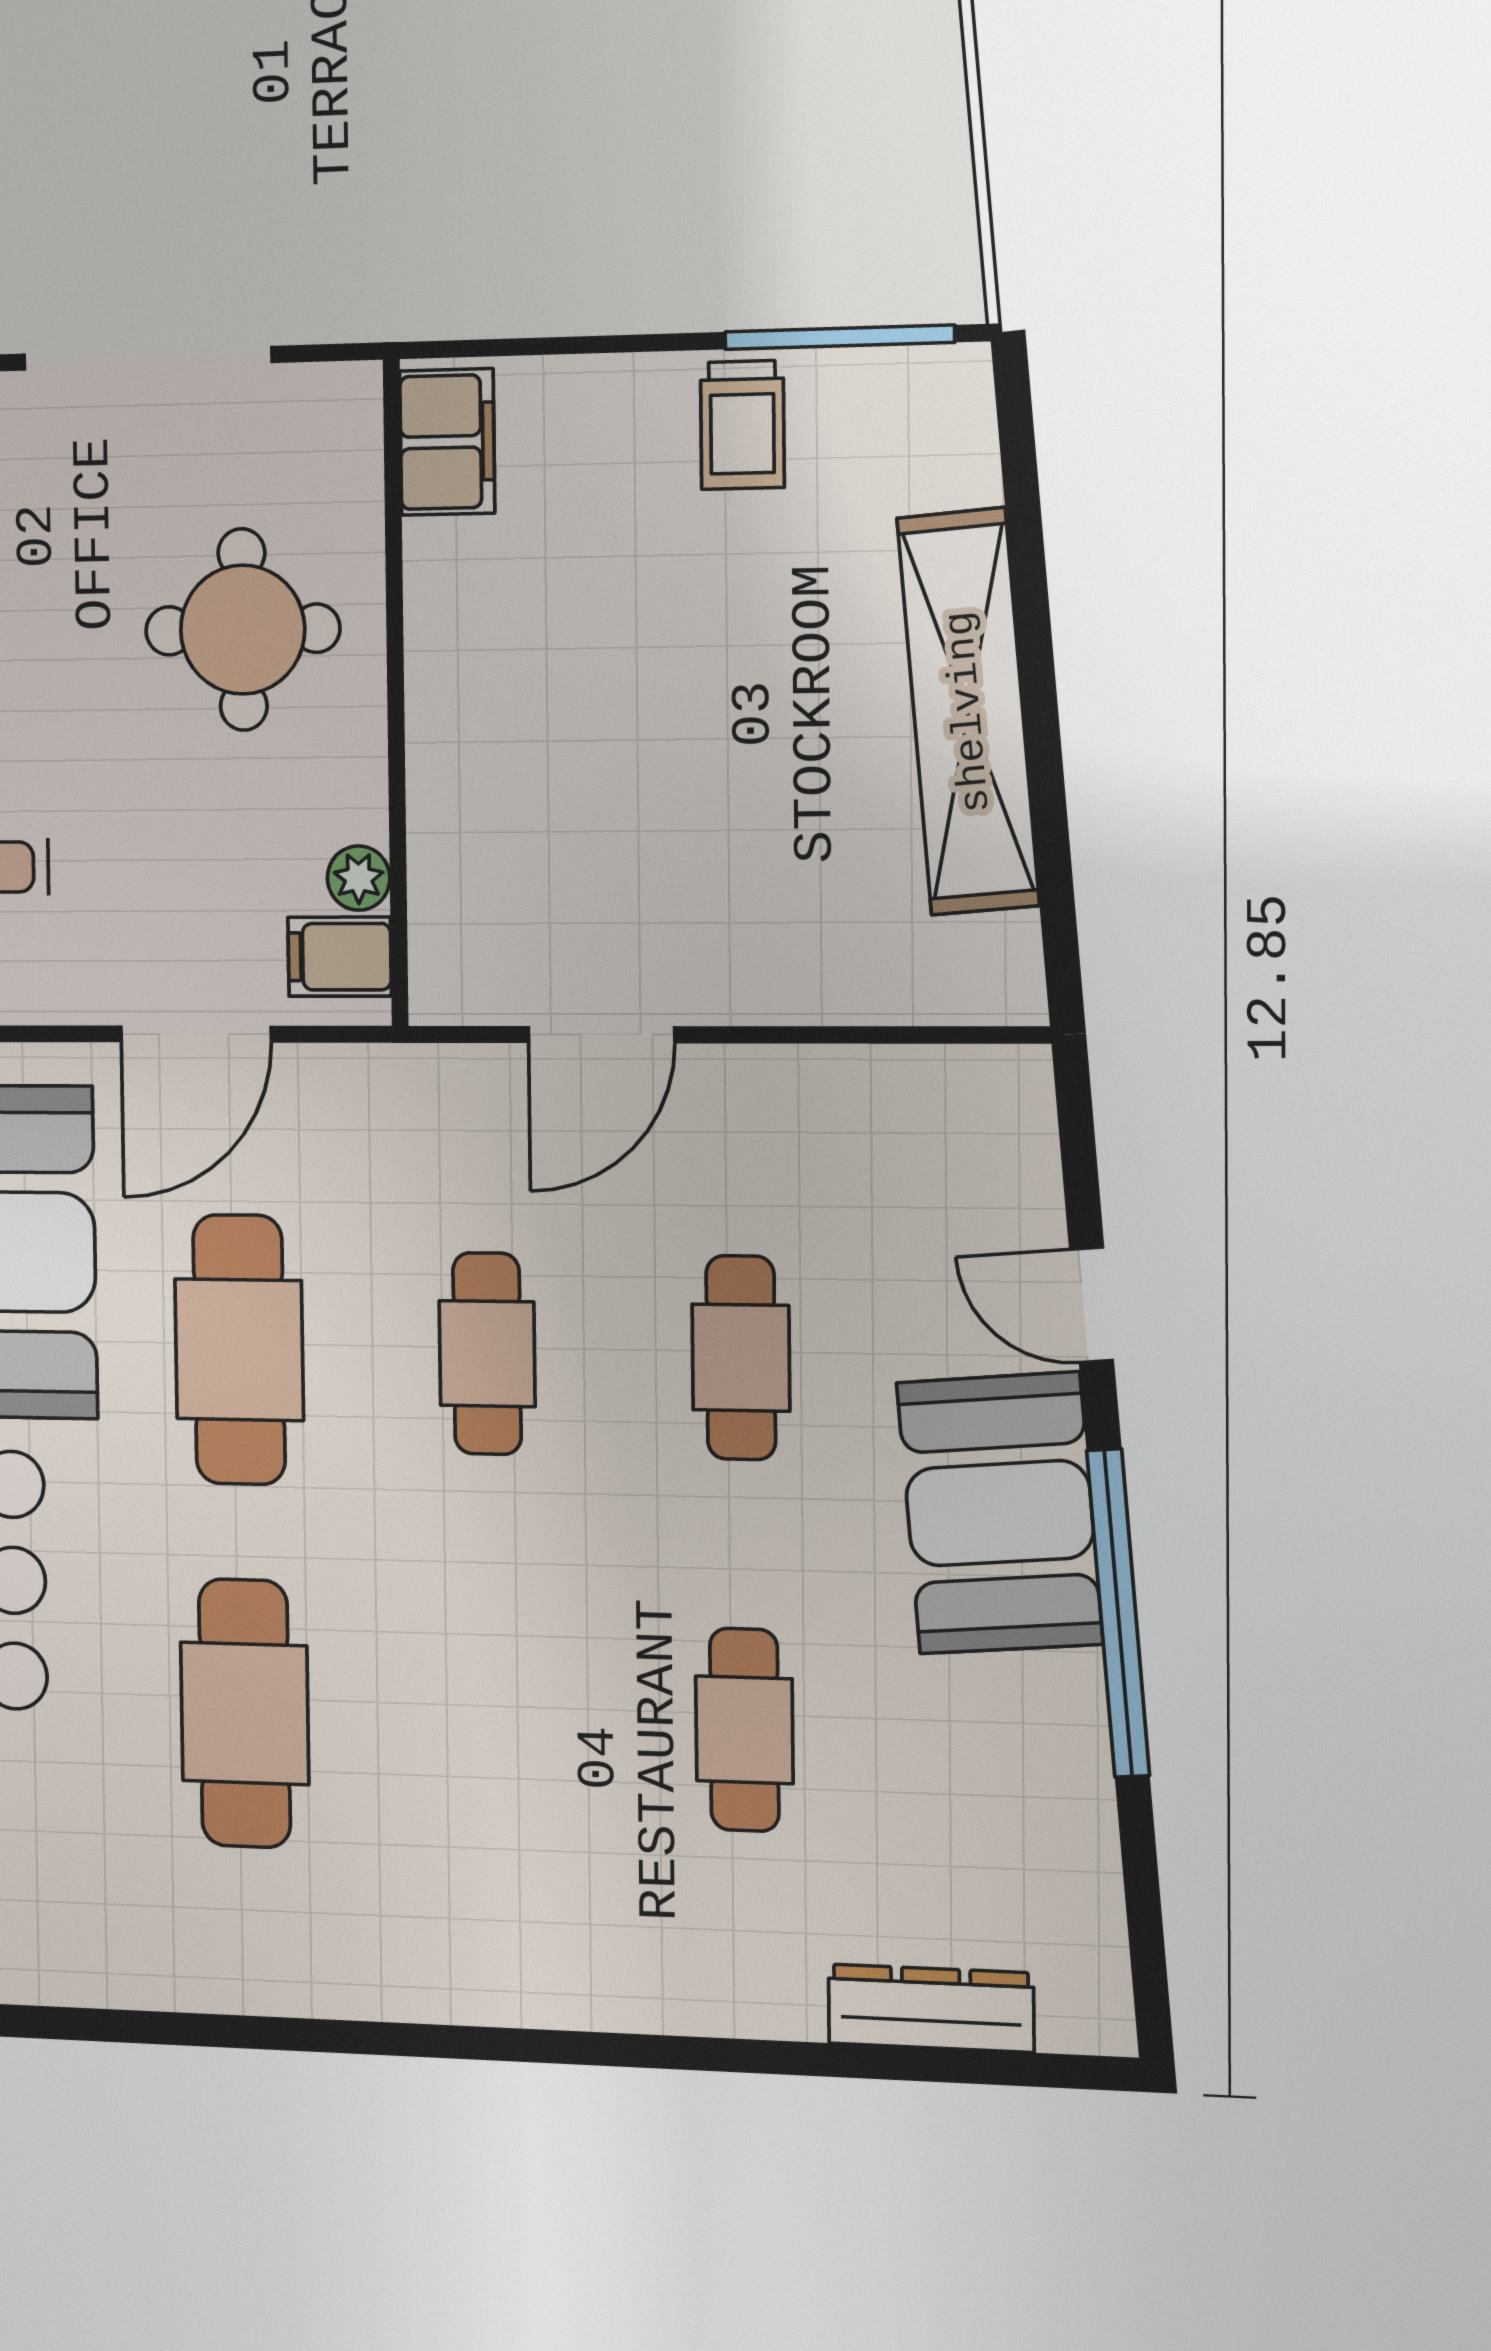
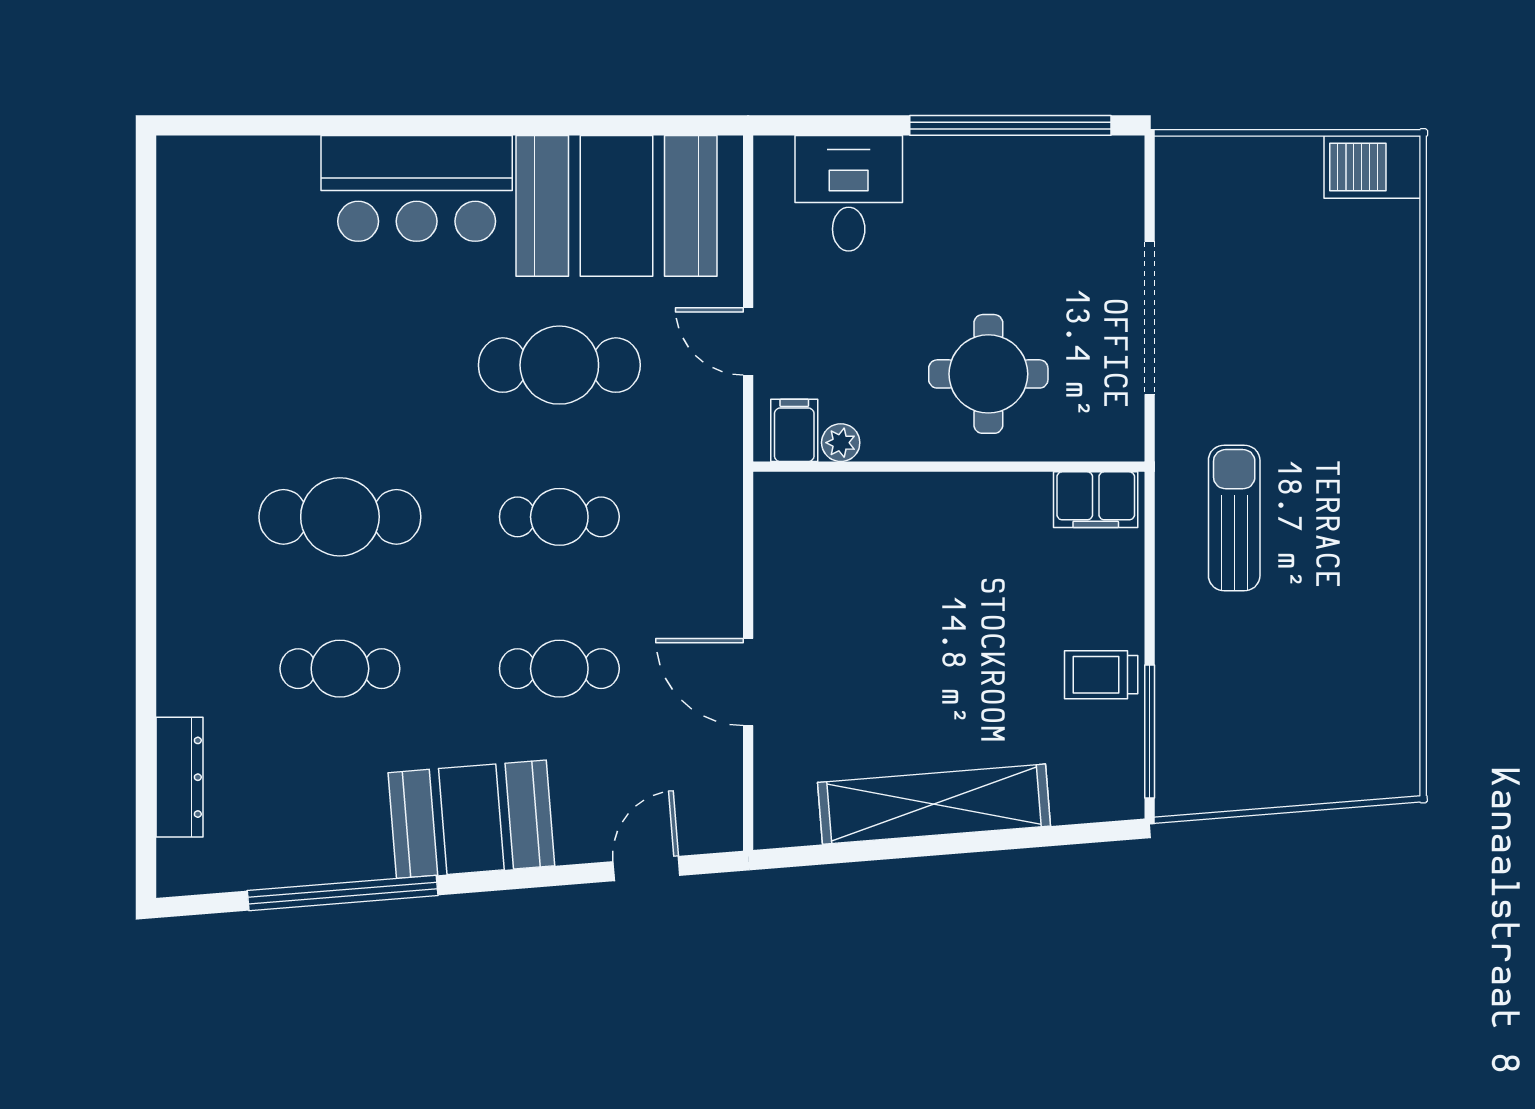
sun lounger: (475, 203) -> (1234, 518), added
door: (196, 1034) -> (748, 341), width x0.73
door: (601, 1035) -> (748, 682), moved
door: (1092, 1305) -> (646, 869), moved
window: (1118, 1613) -> (343, 893), moved
cafe table: (245, 1713) -> (340, 517), moved

